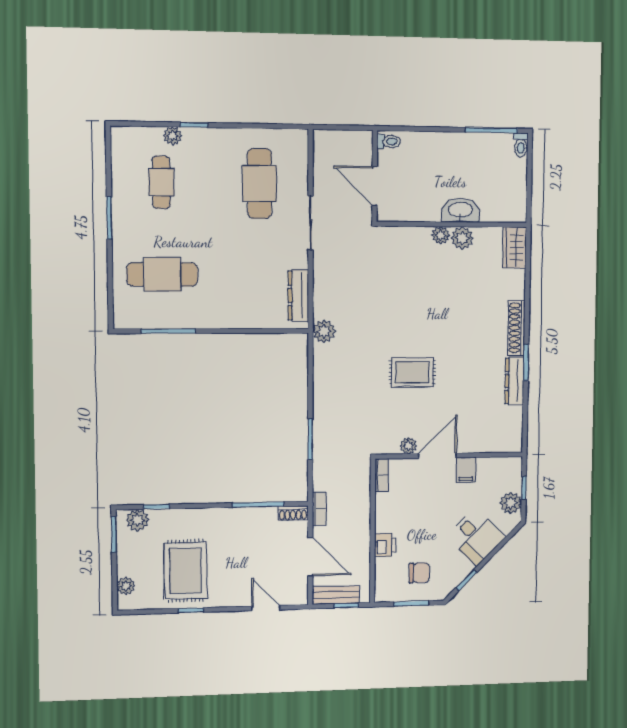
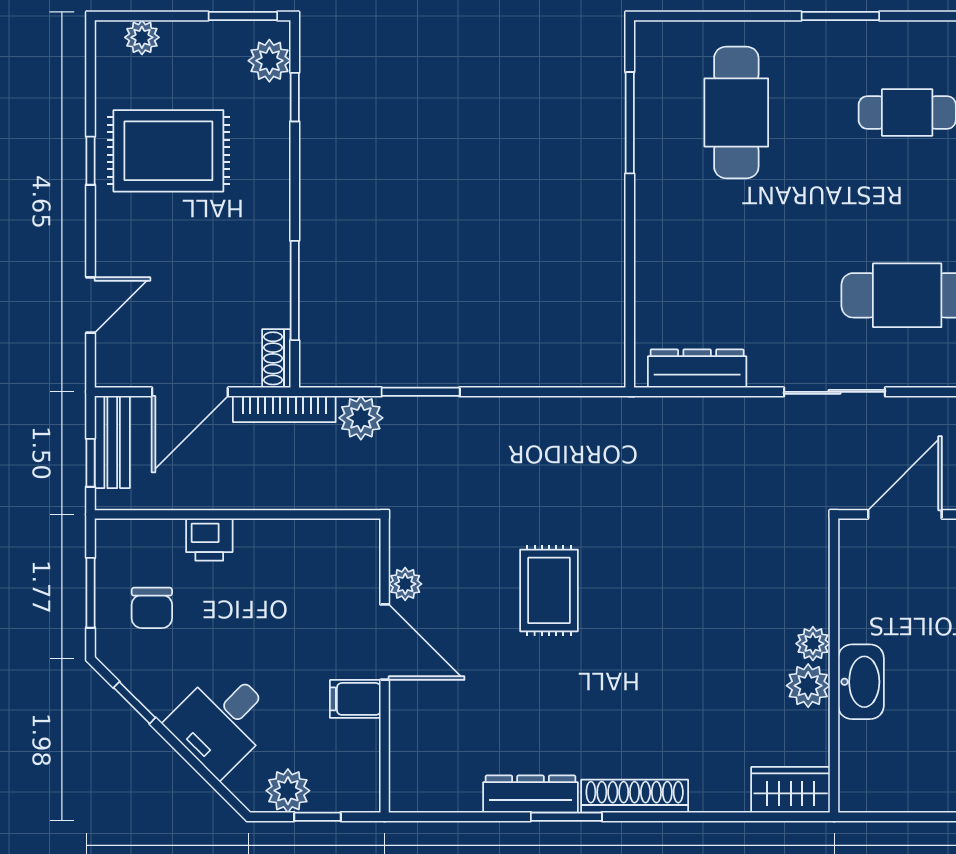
plant: (324, 331) -> (361, 418), moved
bookcase: (382, 475) -> (348, 531), removed
bookcase: (319, 509) -> (284, 409), width x1.56

